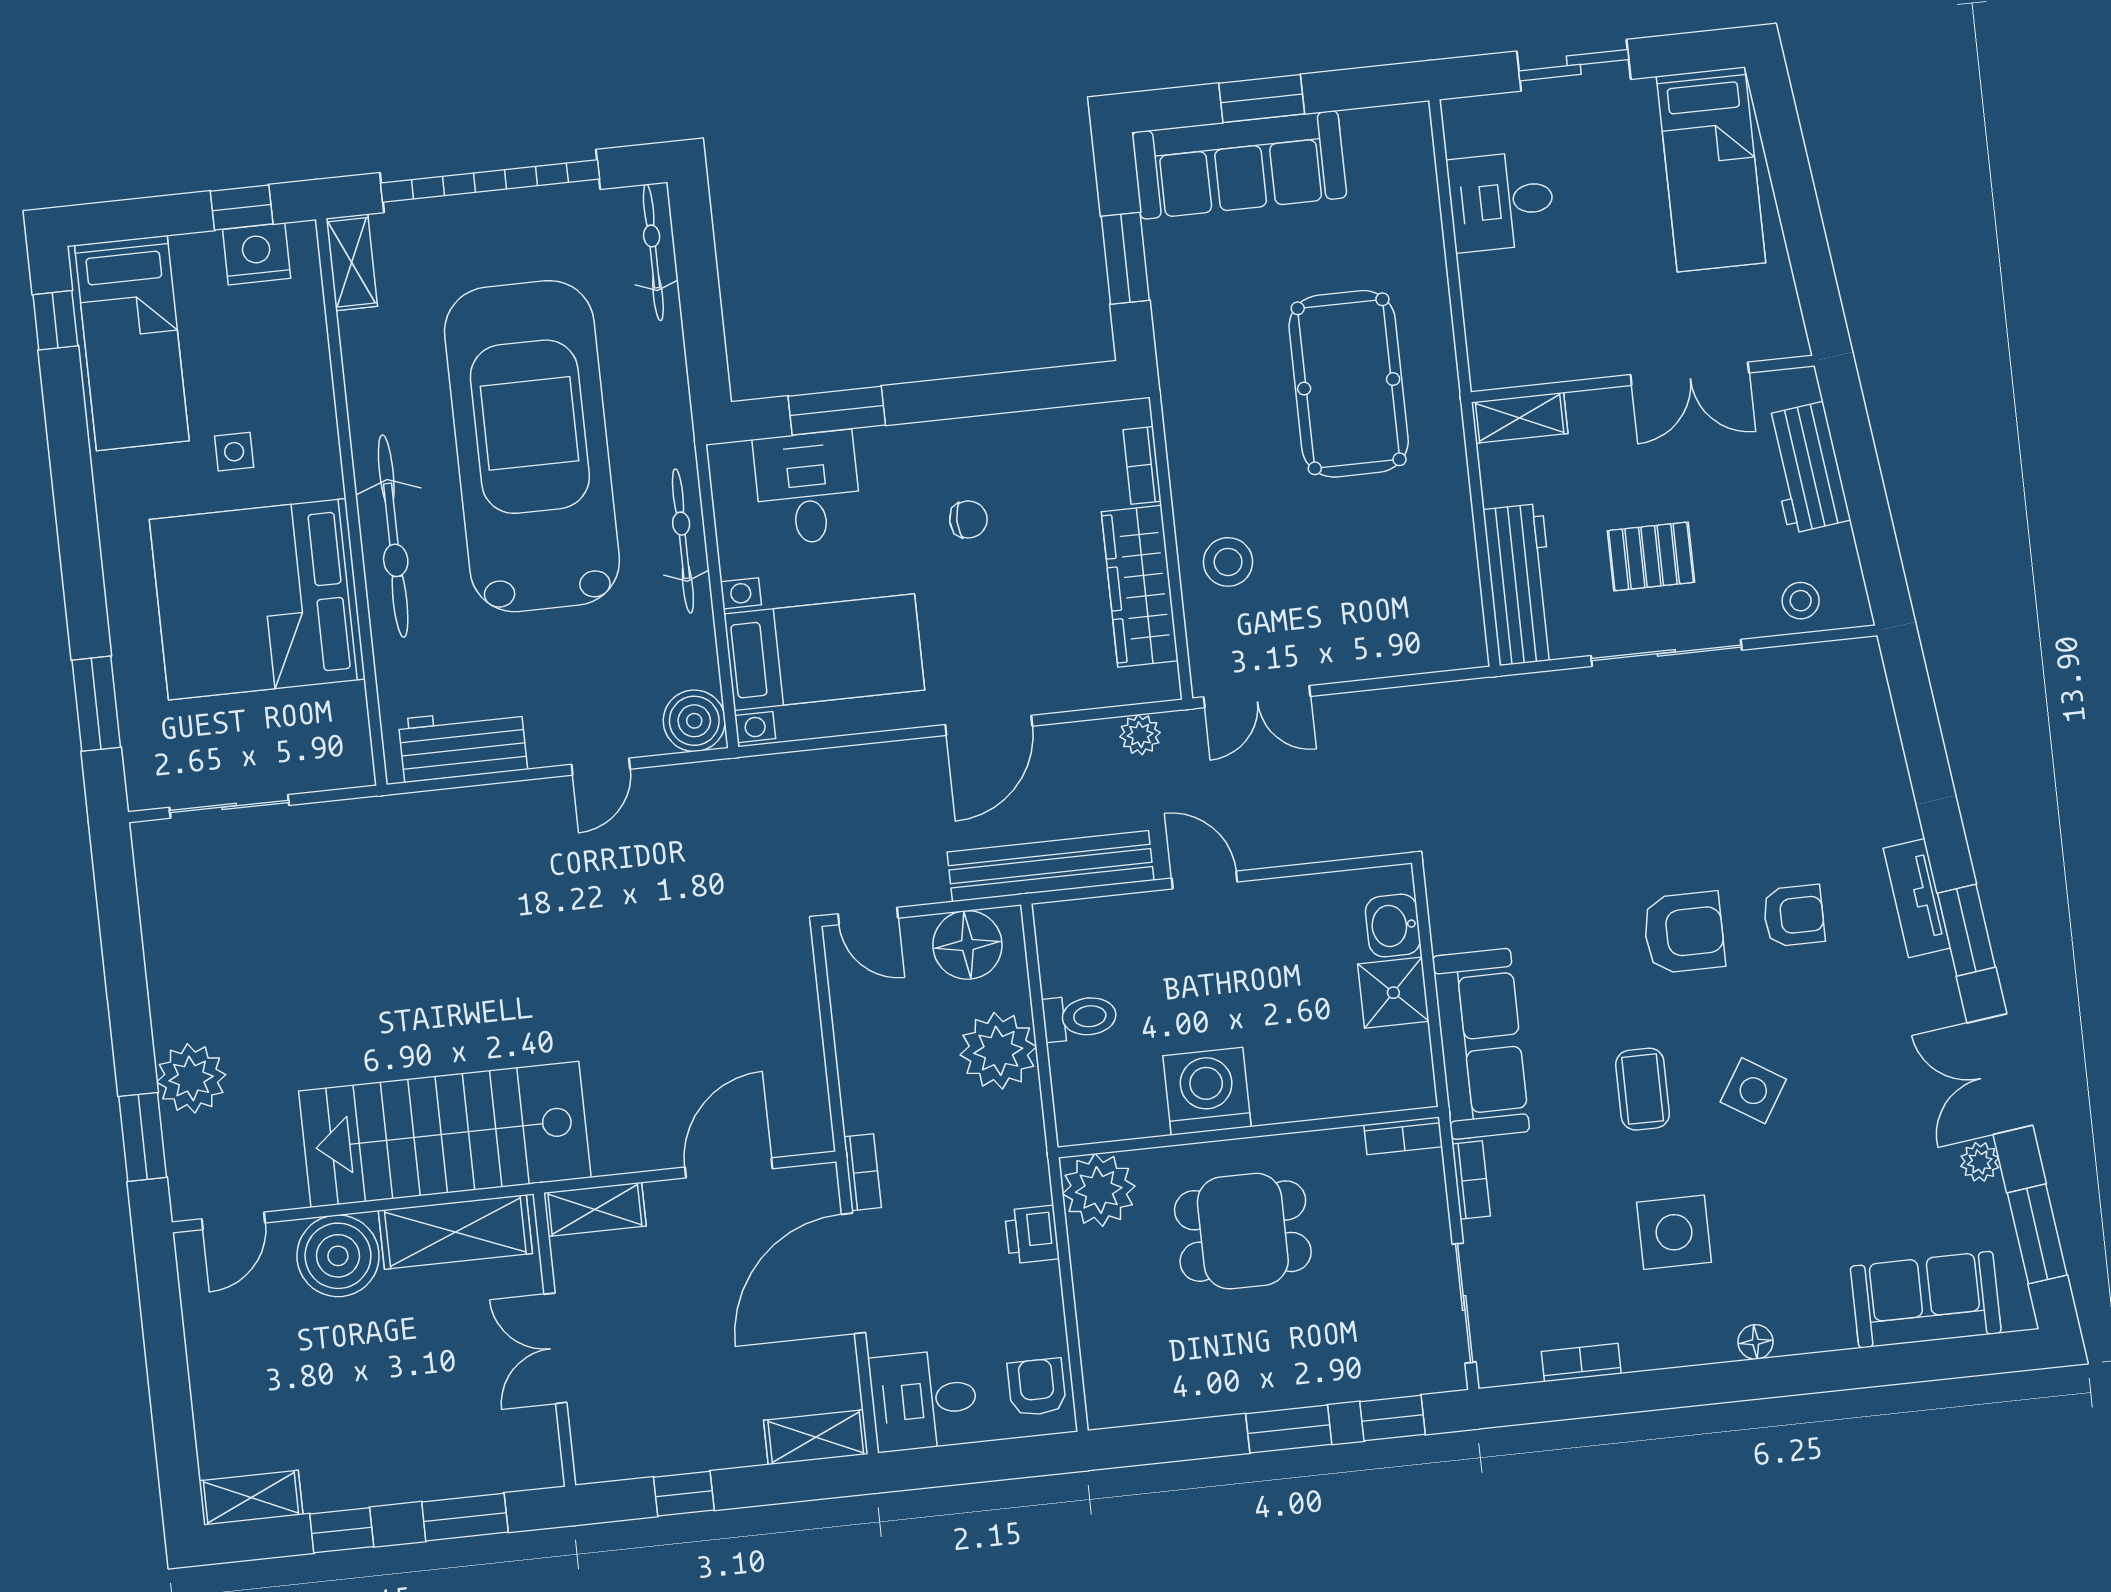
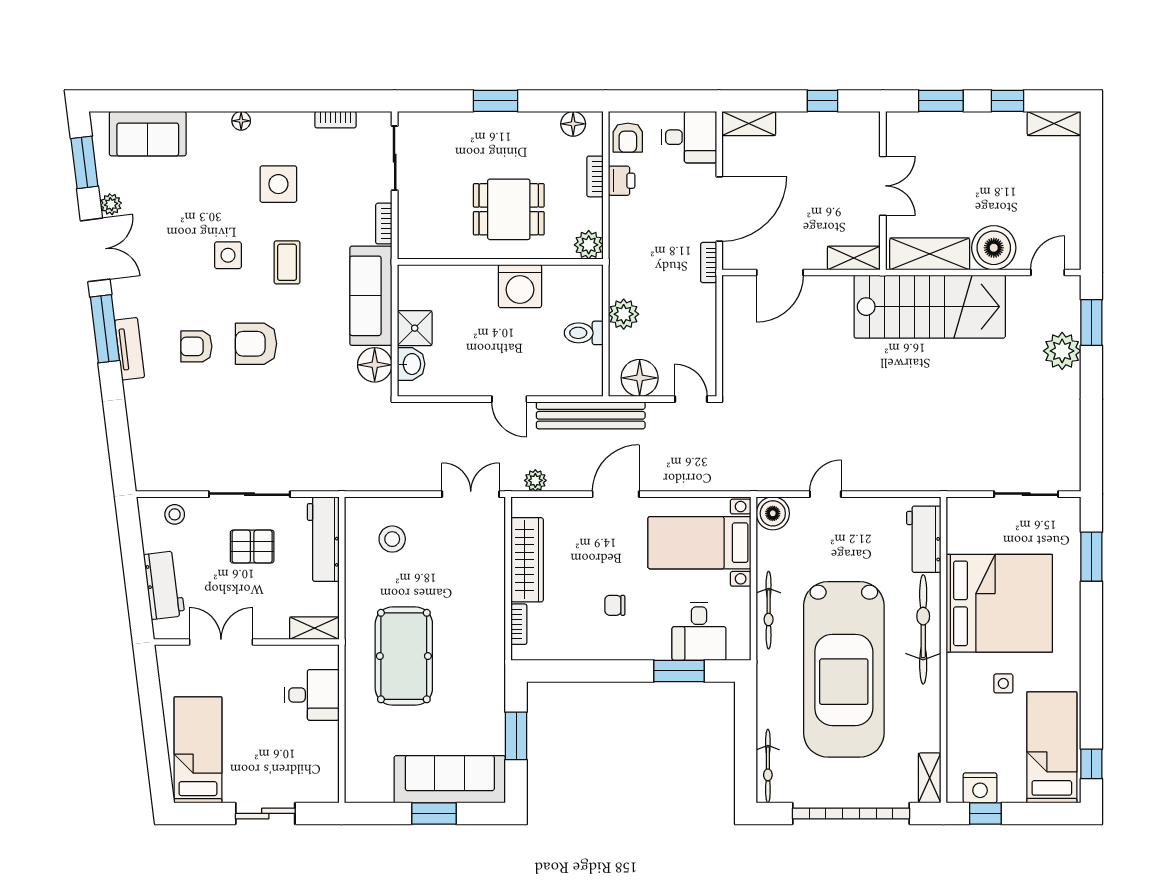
desk: (1501, 201) -> (312, 695), moved
stool: (1228, 562) -> (392, 539), moved
workbench: (463, 744) -> (924, 539), moved, turned 90
floor lamp: (1460, 917) -> (375, 365), added
window: (1966, 930) -> (105, 329), width x1.44
plant: (998, 1051) -> (624, 314), width x0.73, depth x0.73
side table: (1753, 1091) -> (228, 255), turned -32
bookcase: (1403, 1136) -> (595, 176), moved, turned -90
plant: (1099, 1190) -> (589, 245), width x0.73, depth x0.73
printer: (1032, 1235) -> (622, 181), moved
floor lamp: (1141, 1402) -> (573, 124), added
window: (1393, 1418) -> (439, 101), removed

